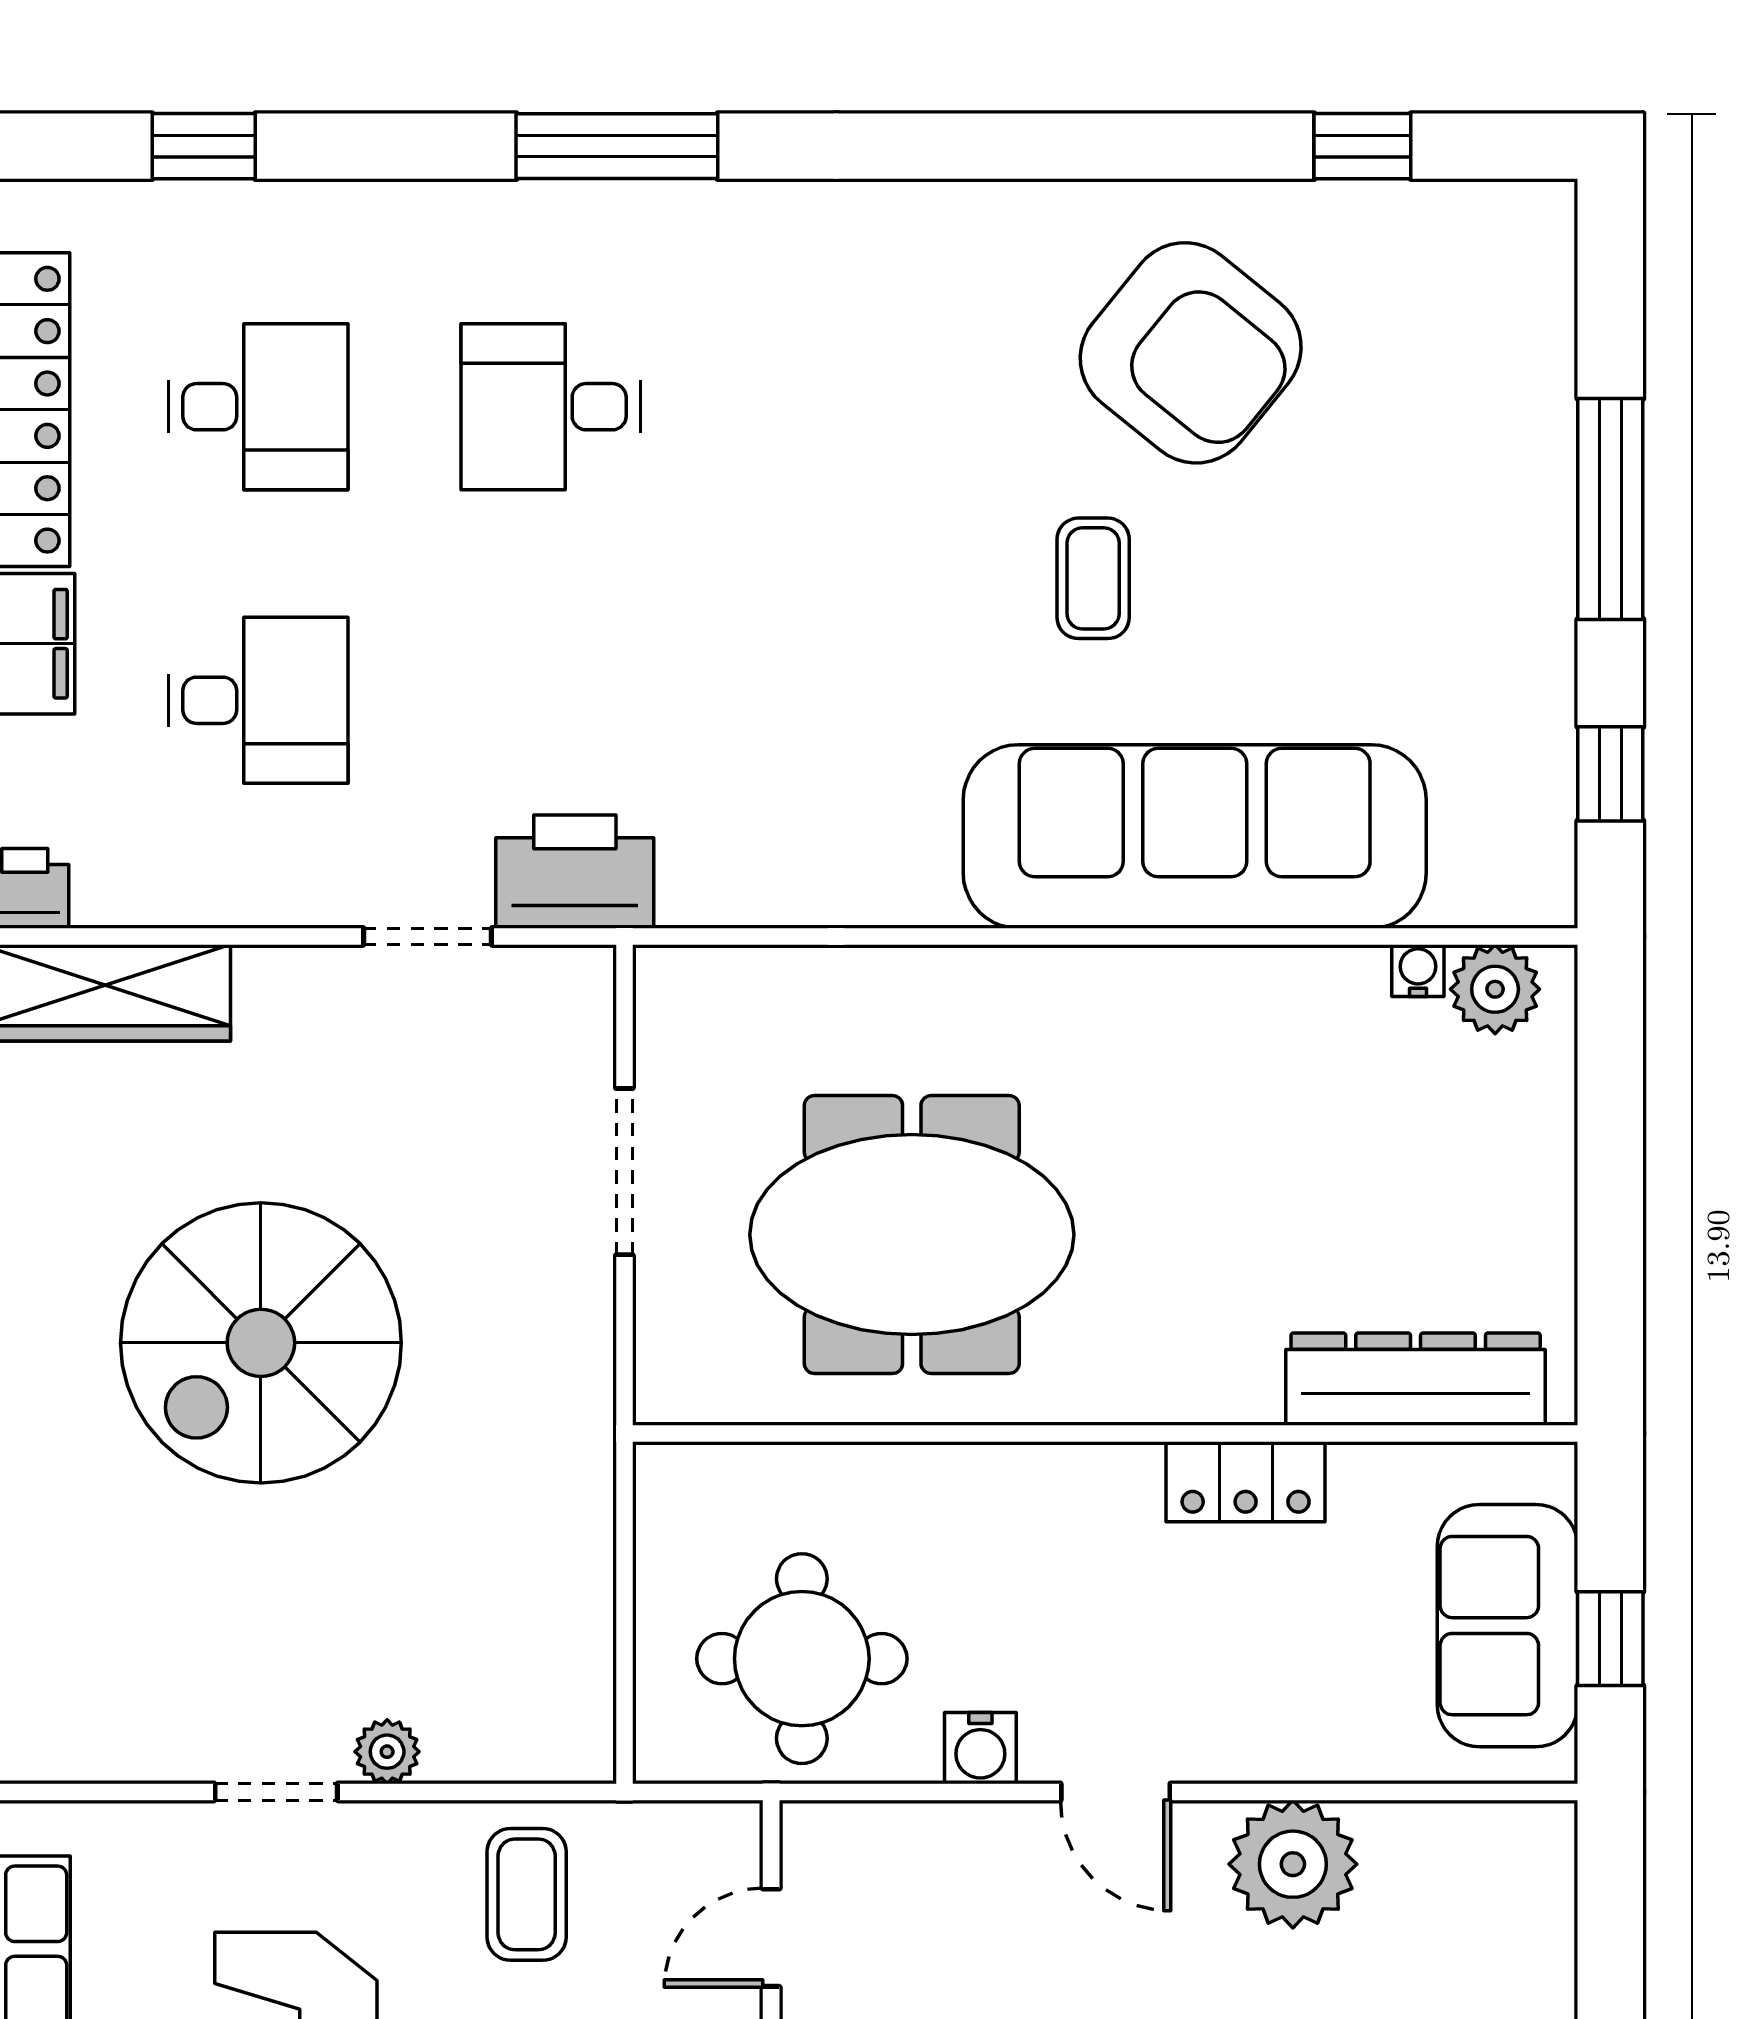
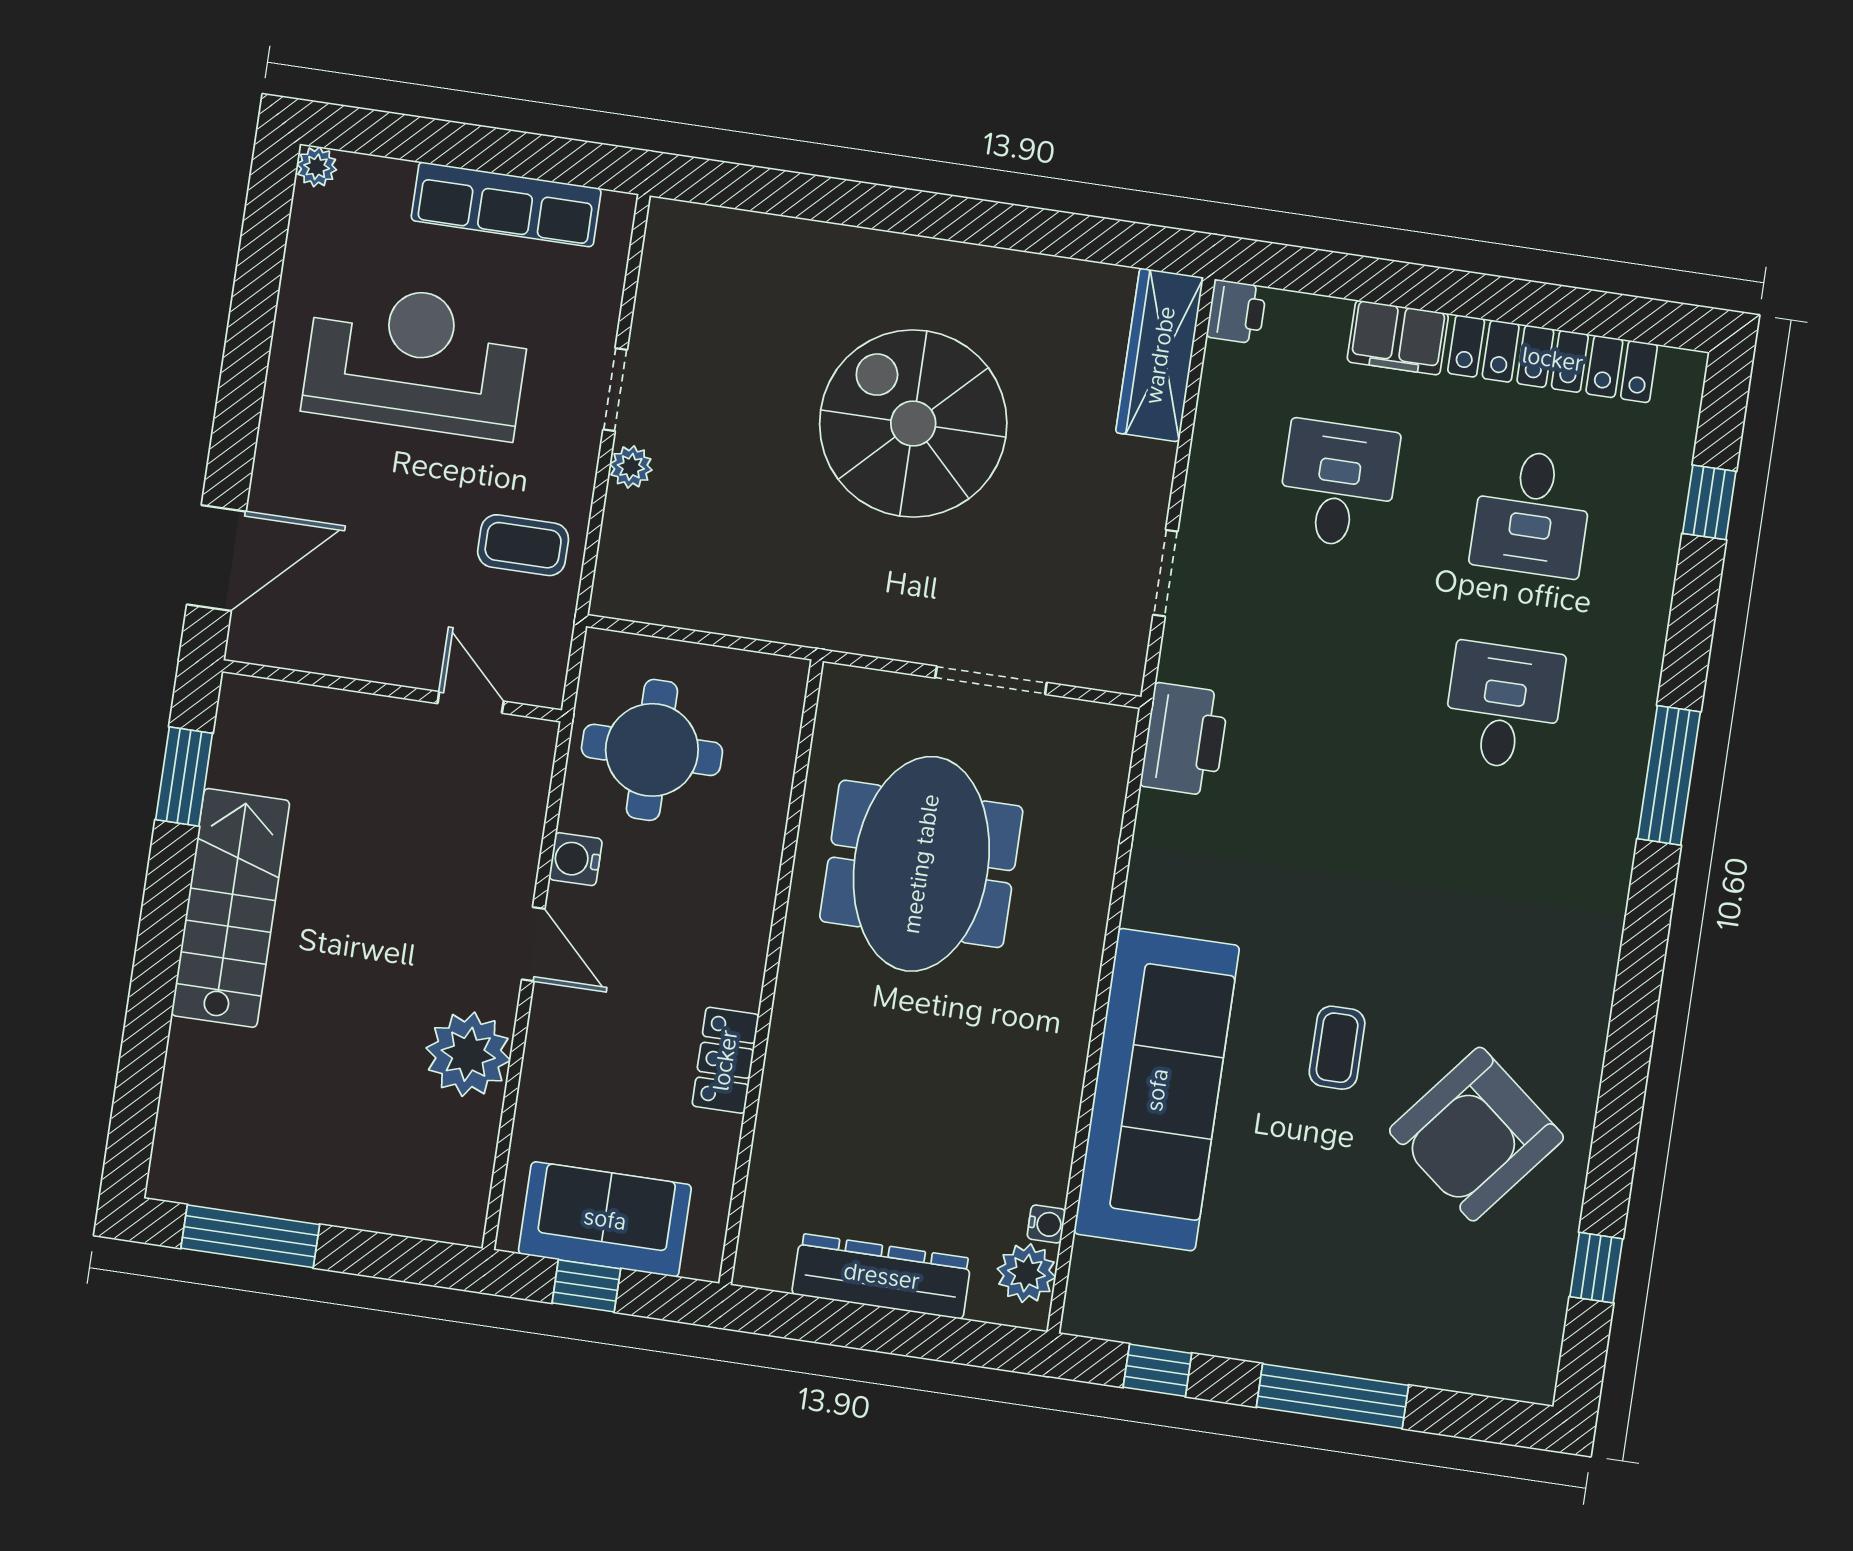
coffee table: (1093, 578) -> (1337, 1048), turned 90
desk: (258, 700) -> (1338, 484), turned 180
printer: (575, 872) -> (1185, 739), moved
dresser: (1416, 1379) -> (882, 1276), moved, turned -90
door: (1116, 1792) -> (533, 944), swing flipped

